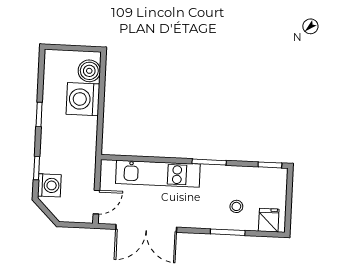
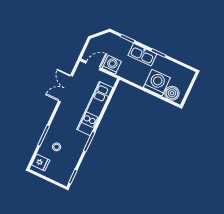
kitchen sink: (51, 137) -> (142, 55), added
washing machine: (49, 185) -> (112, 65), moved, turned 180
door: (96, 202) -> (93, 66), swing flipped
double door: (146, 228) -> (66, 88), width x0.73

